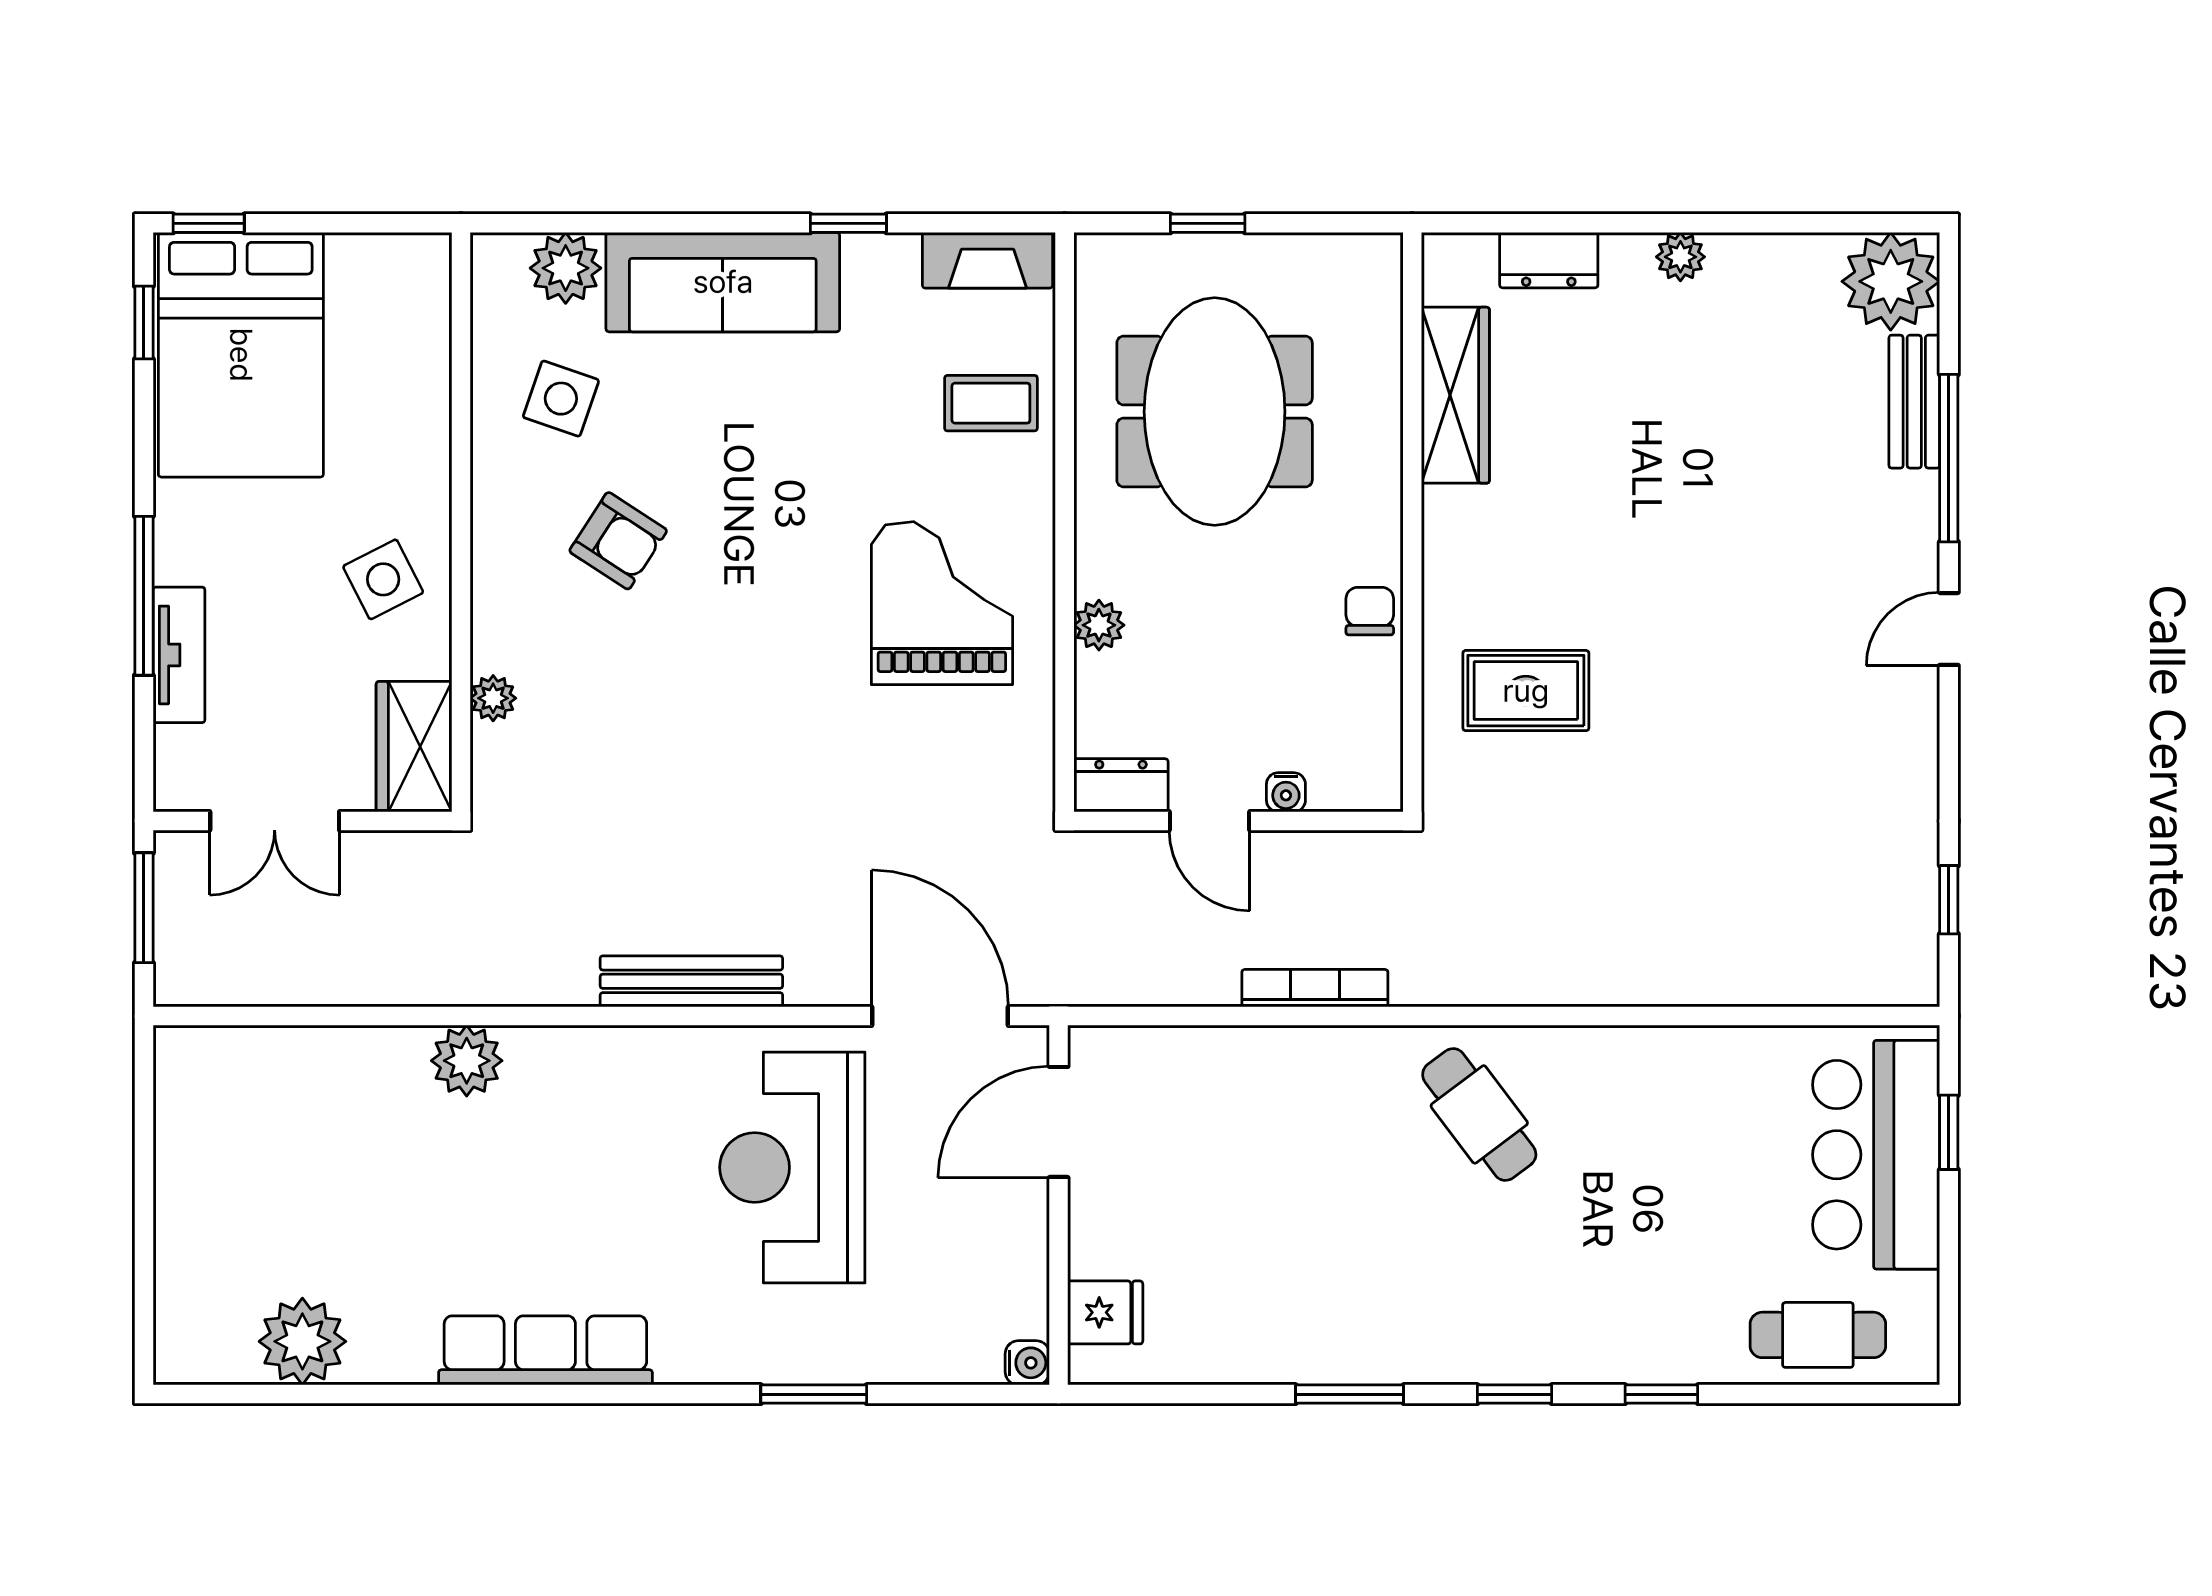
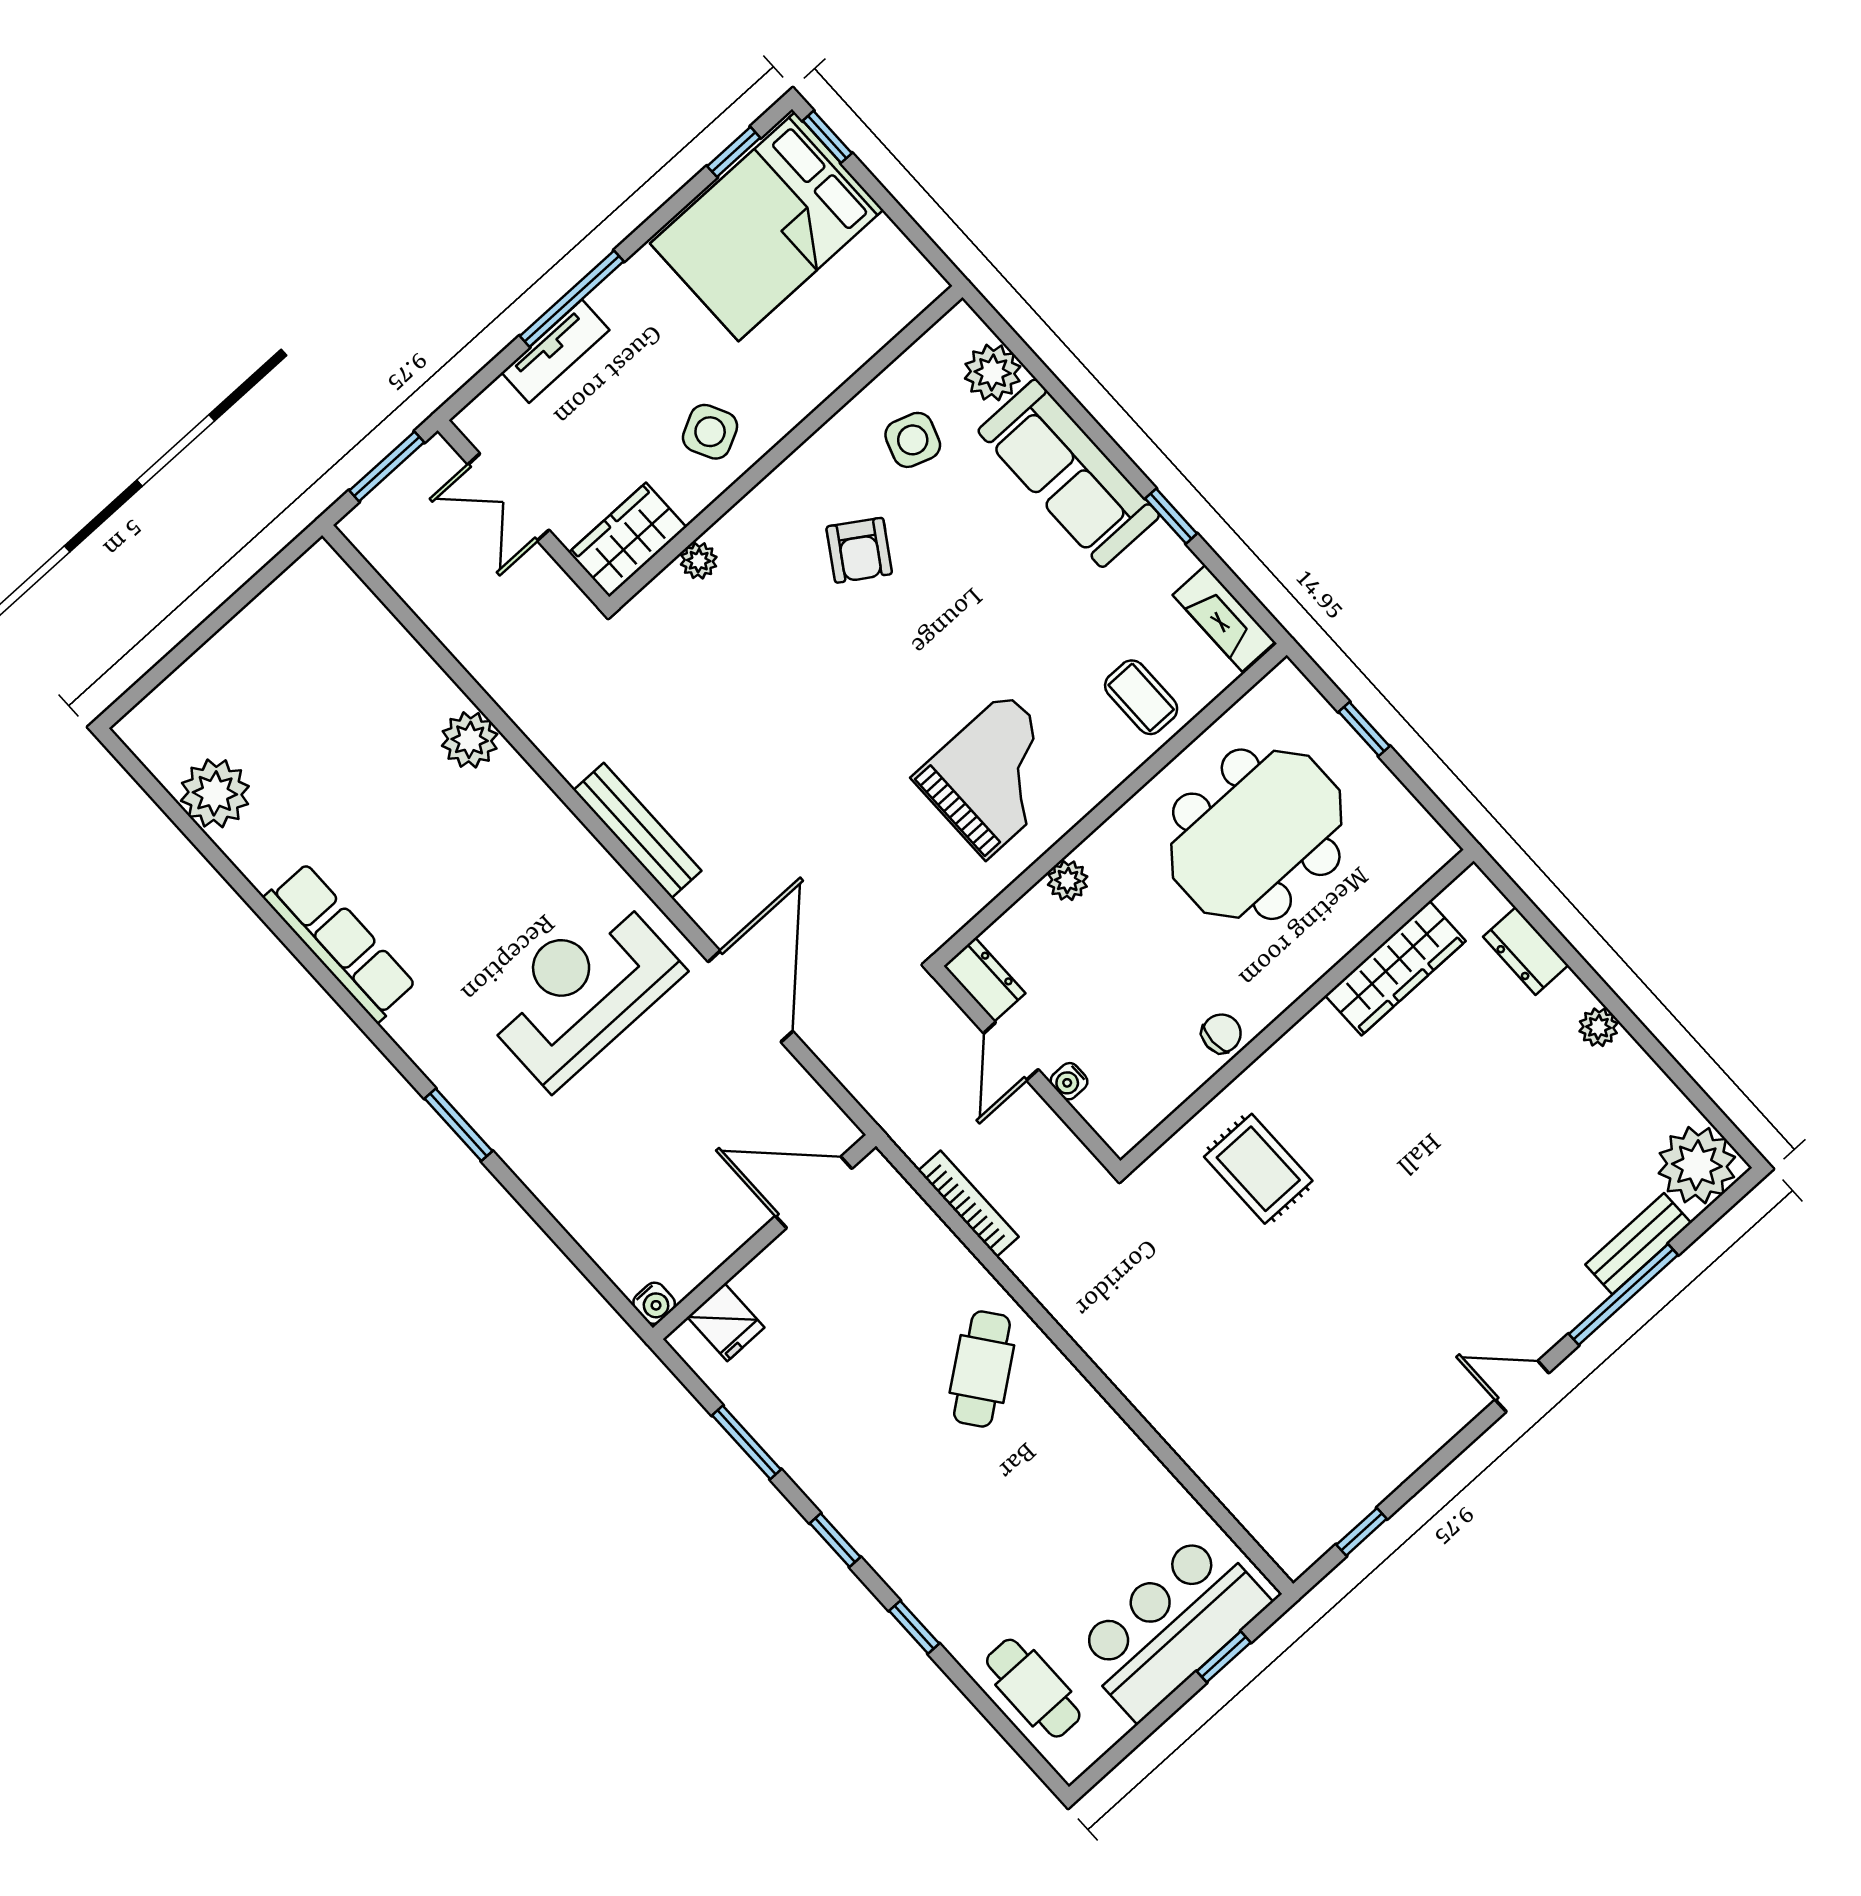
door: (1059, 1122) -> (814, 1192), moved
wall: (1059, 1205) -> (764, 1237), moved
fridge: (1105, 1312) -> (726, 1322), moved
water cooler: (1027, 1363) -> (654, 1303), moved

